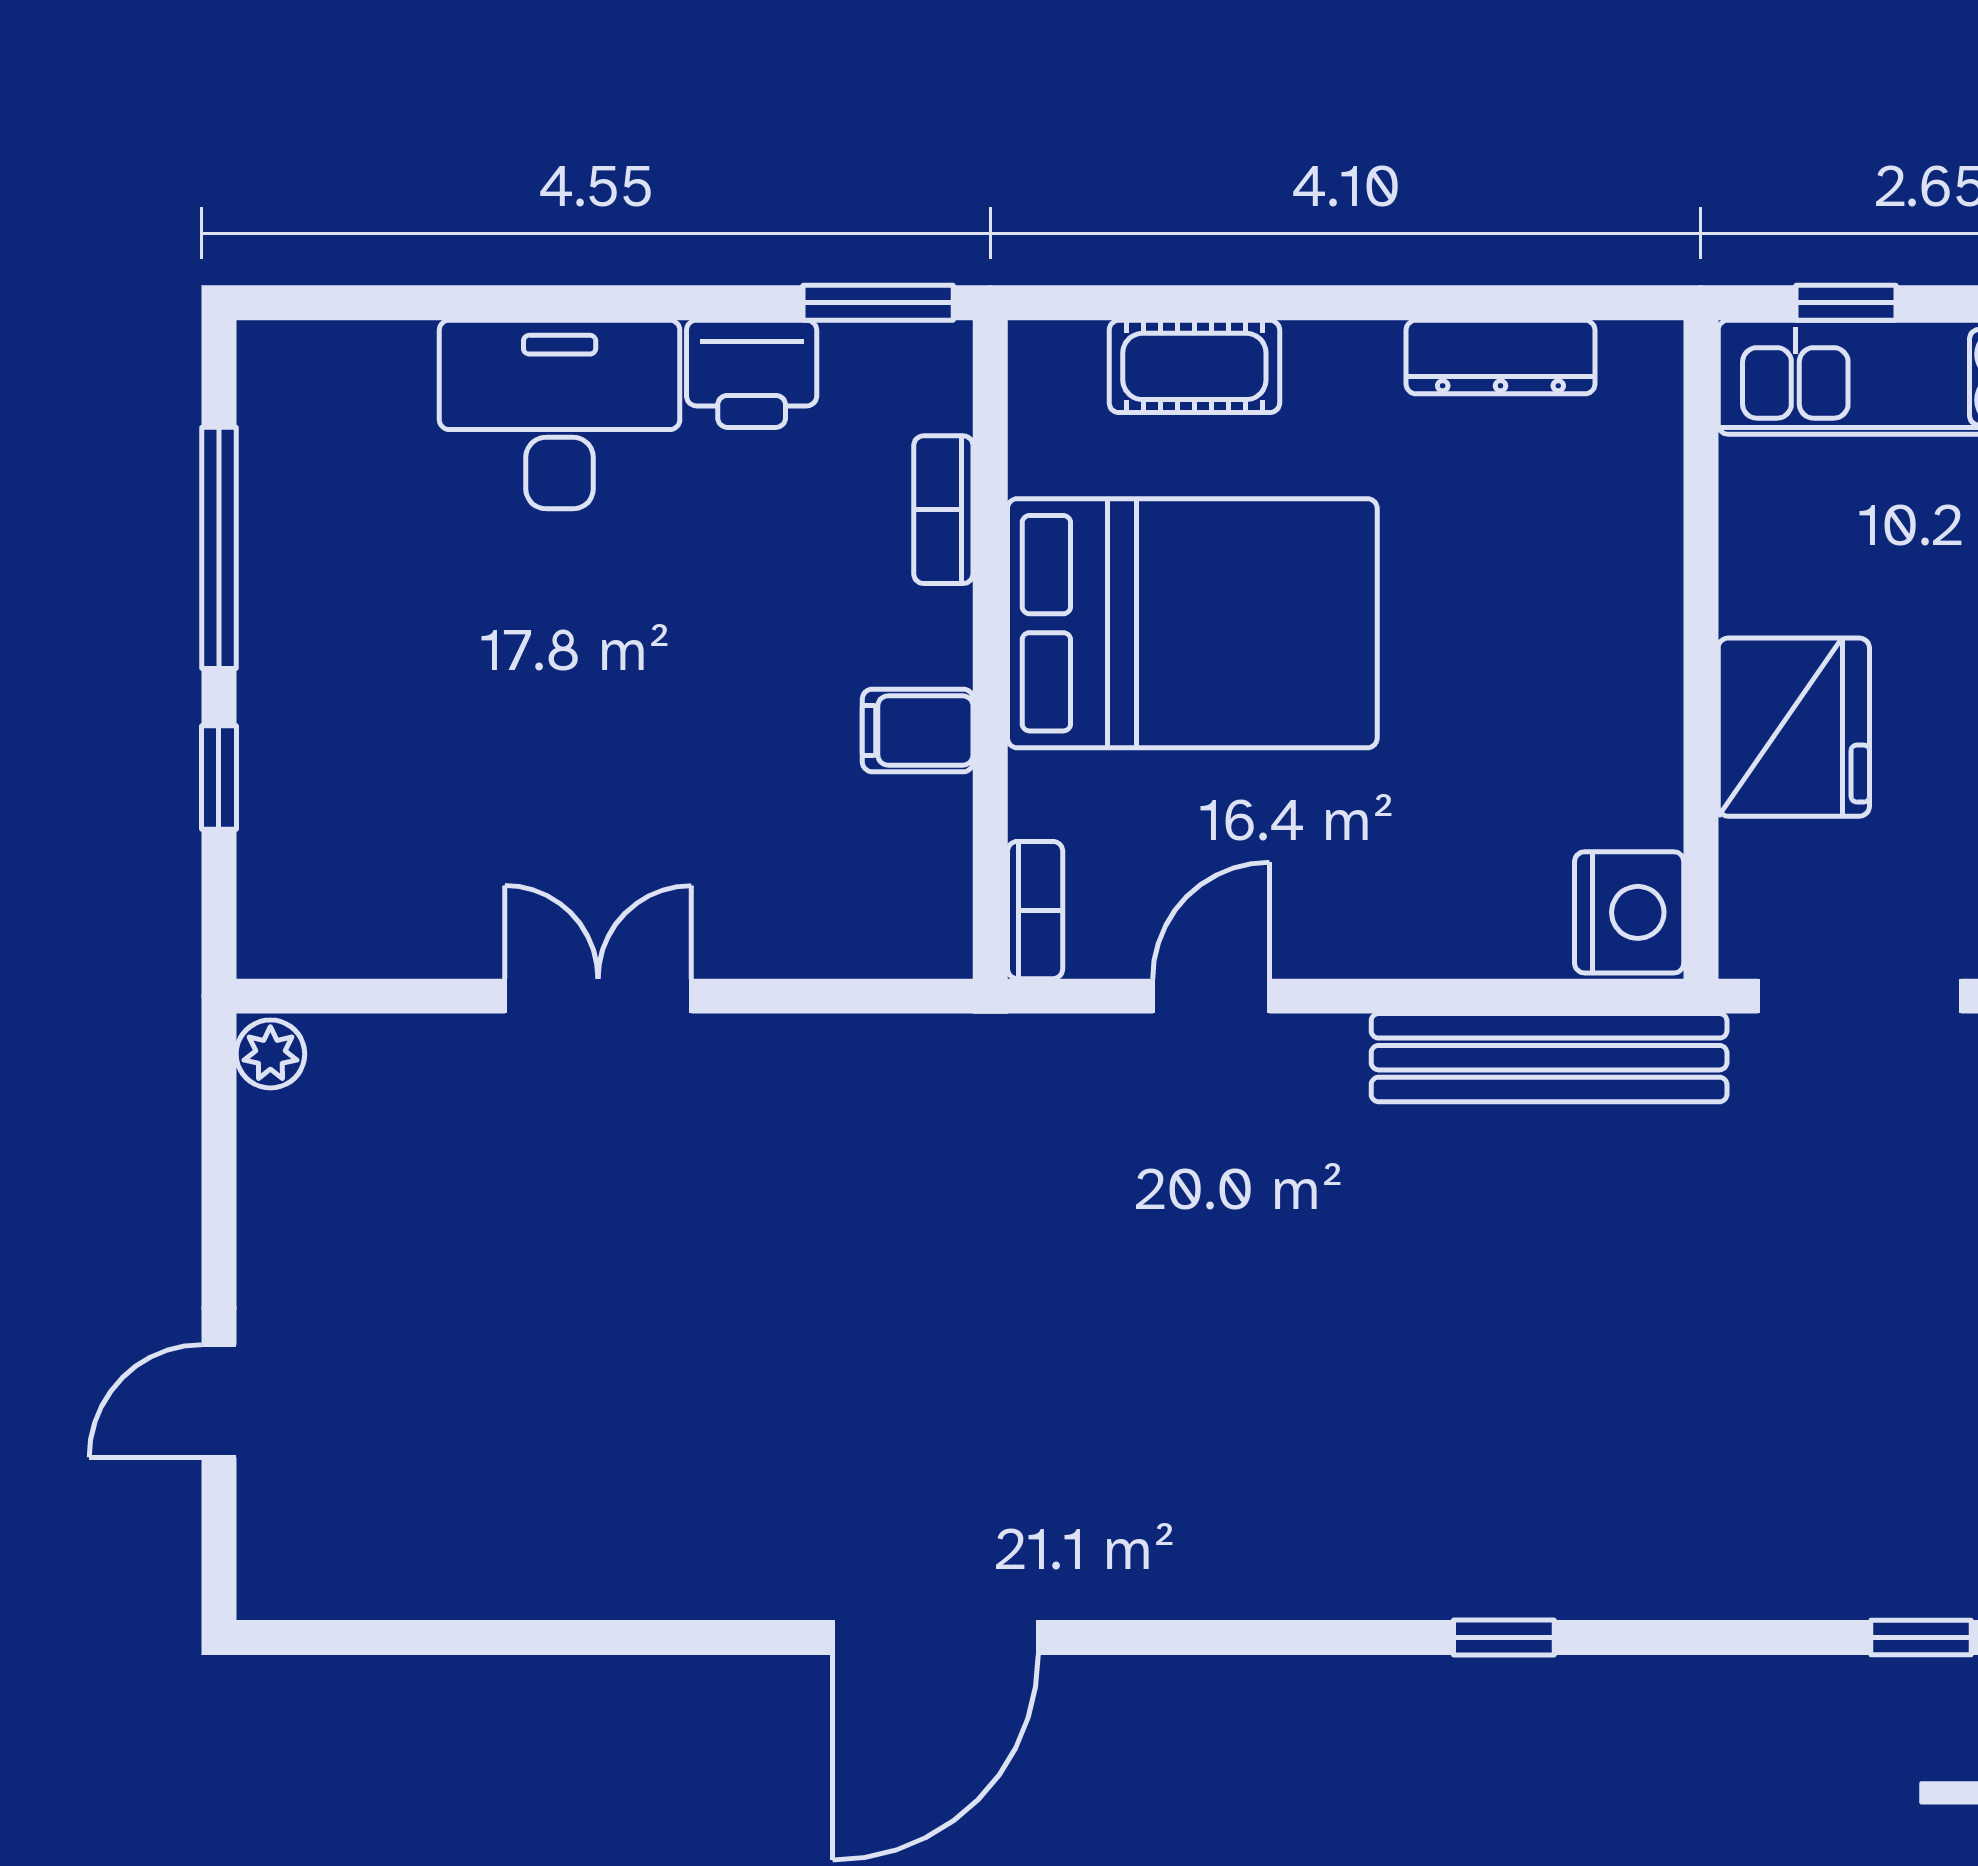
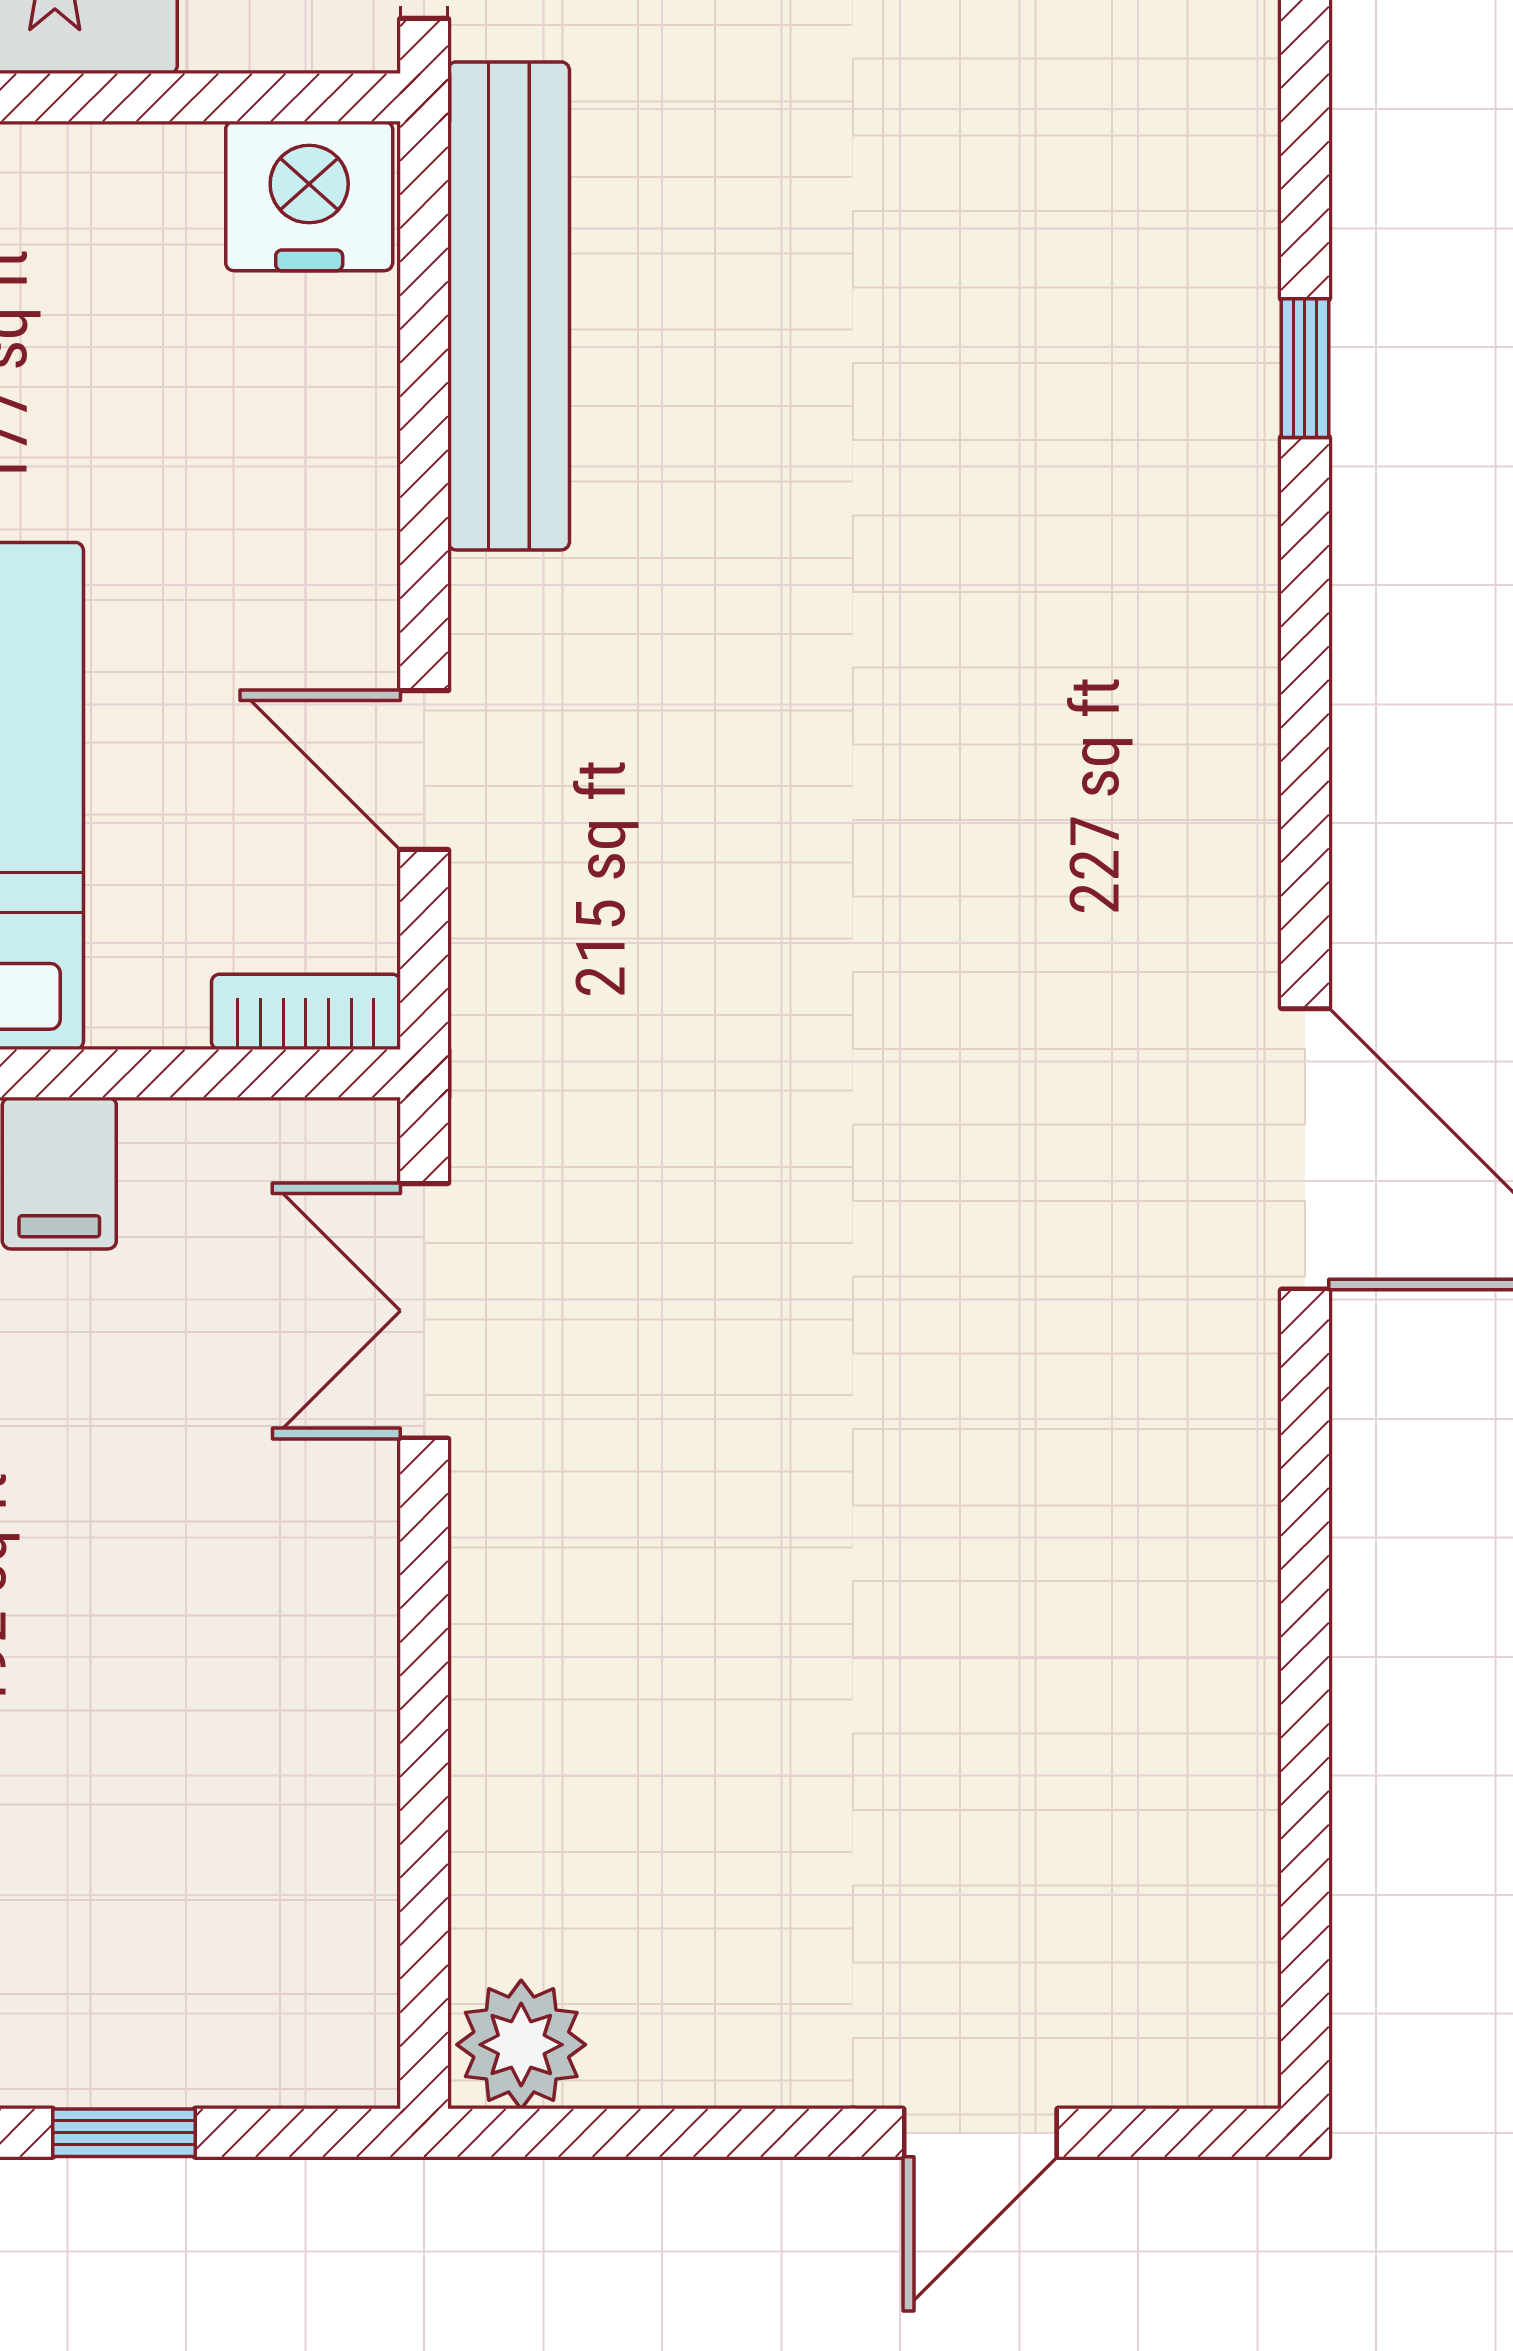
double door: (598, 996) -> (424, 1311), moved
plant: (270, 1054) -> (521, 2045), width x1.38, depth x1.38
door: (219, 1401) -> (980, 2133), hinge flipped

